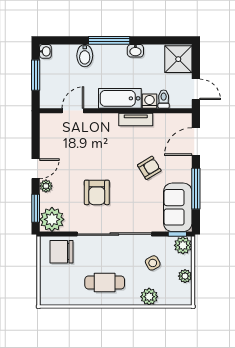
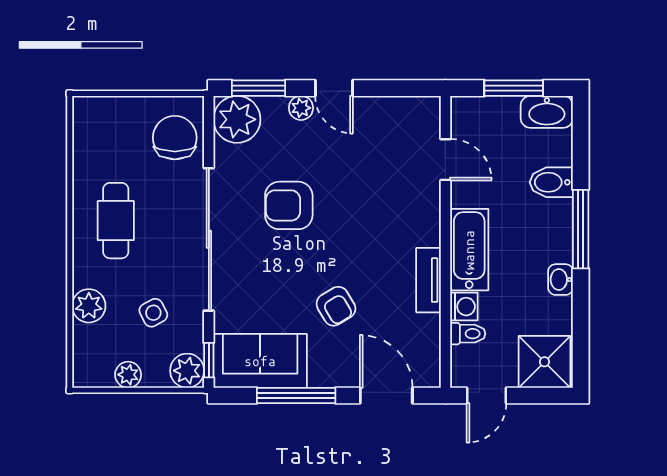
washbasin: (45, 51) -> (547, 112), width x1.91, depth x1.45

